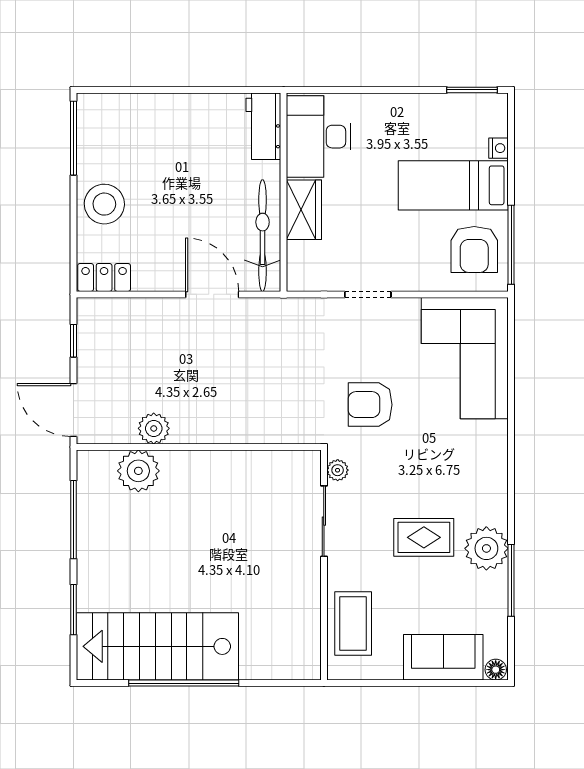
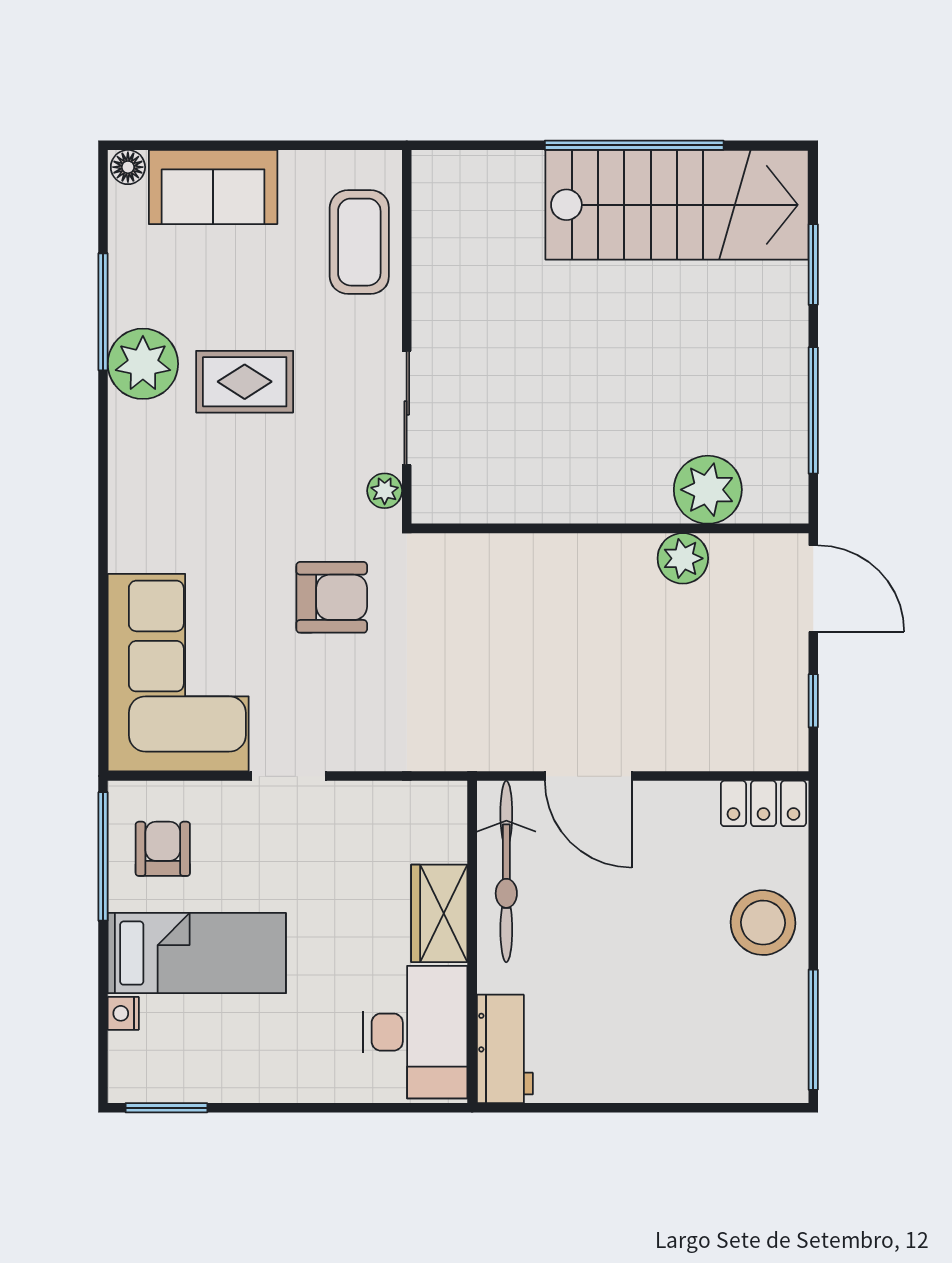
armchair: (474, 250) -> (163, 849), width x0.72, depth x0.72
doorway: (368, 294) -> (288, 776), moved

